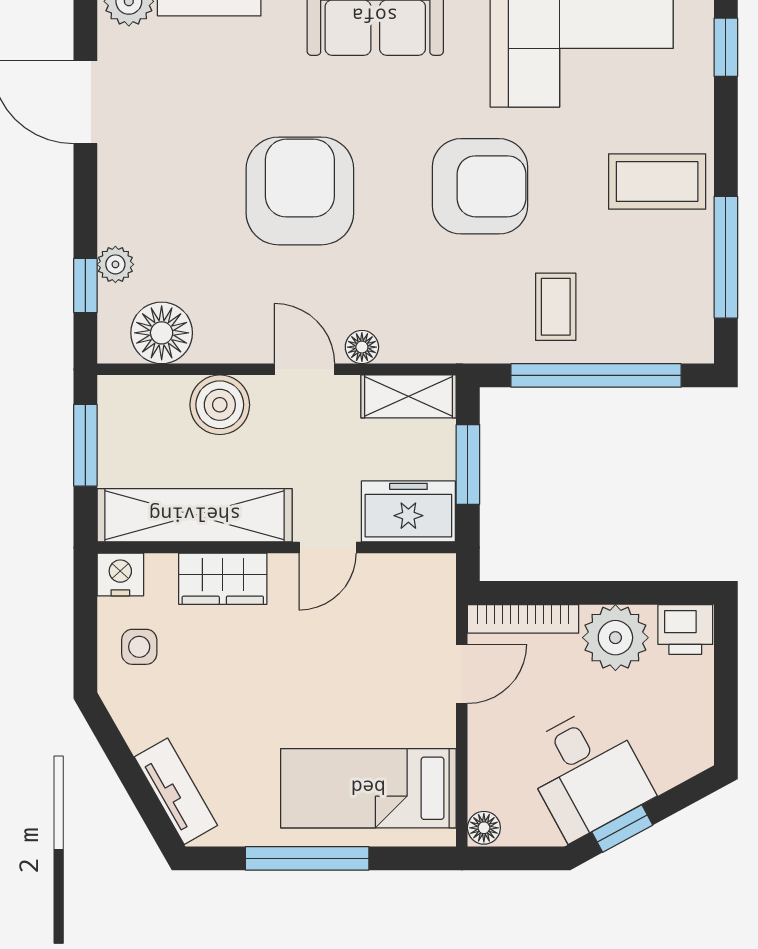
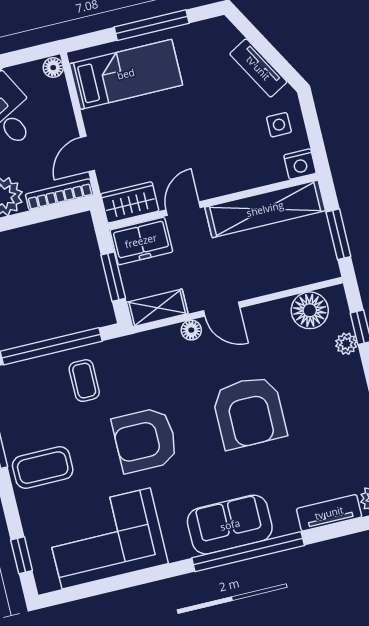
boiler: (220, 405) -> (266, 277), removed
wardrobe: (223, 579) -> (130, 202), moved
tv unit: (176, 791) -> (258, 68), moved

